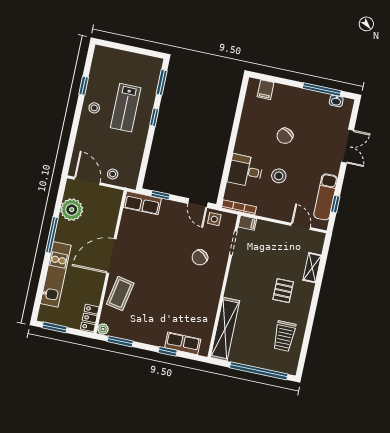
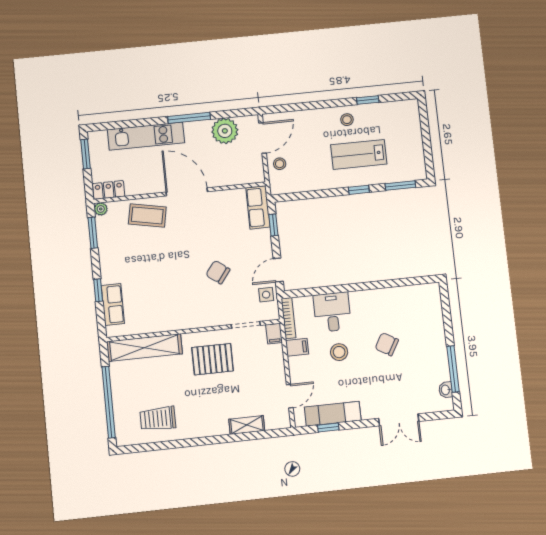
filing cabinet: (266, 90) -> (297, 347), moved, turned 180
chair: (200, 257) -> (218, 272), moved
pallet: (283, 291) -> (213, 359), moved, width x1.50, depth x1.42

